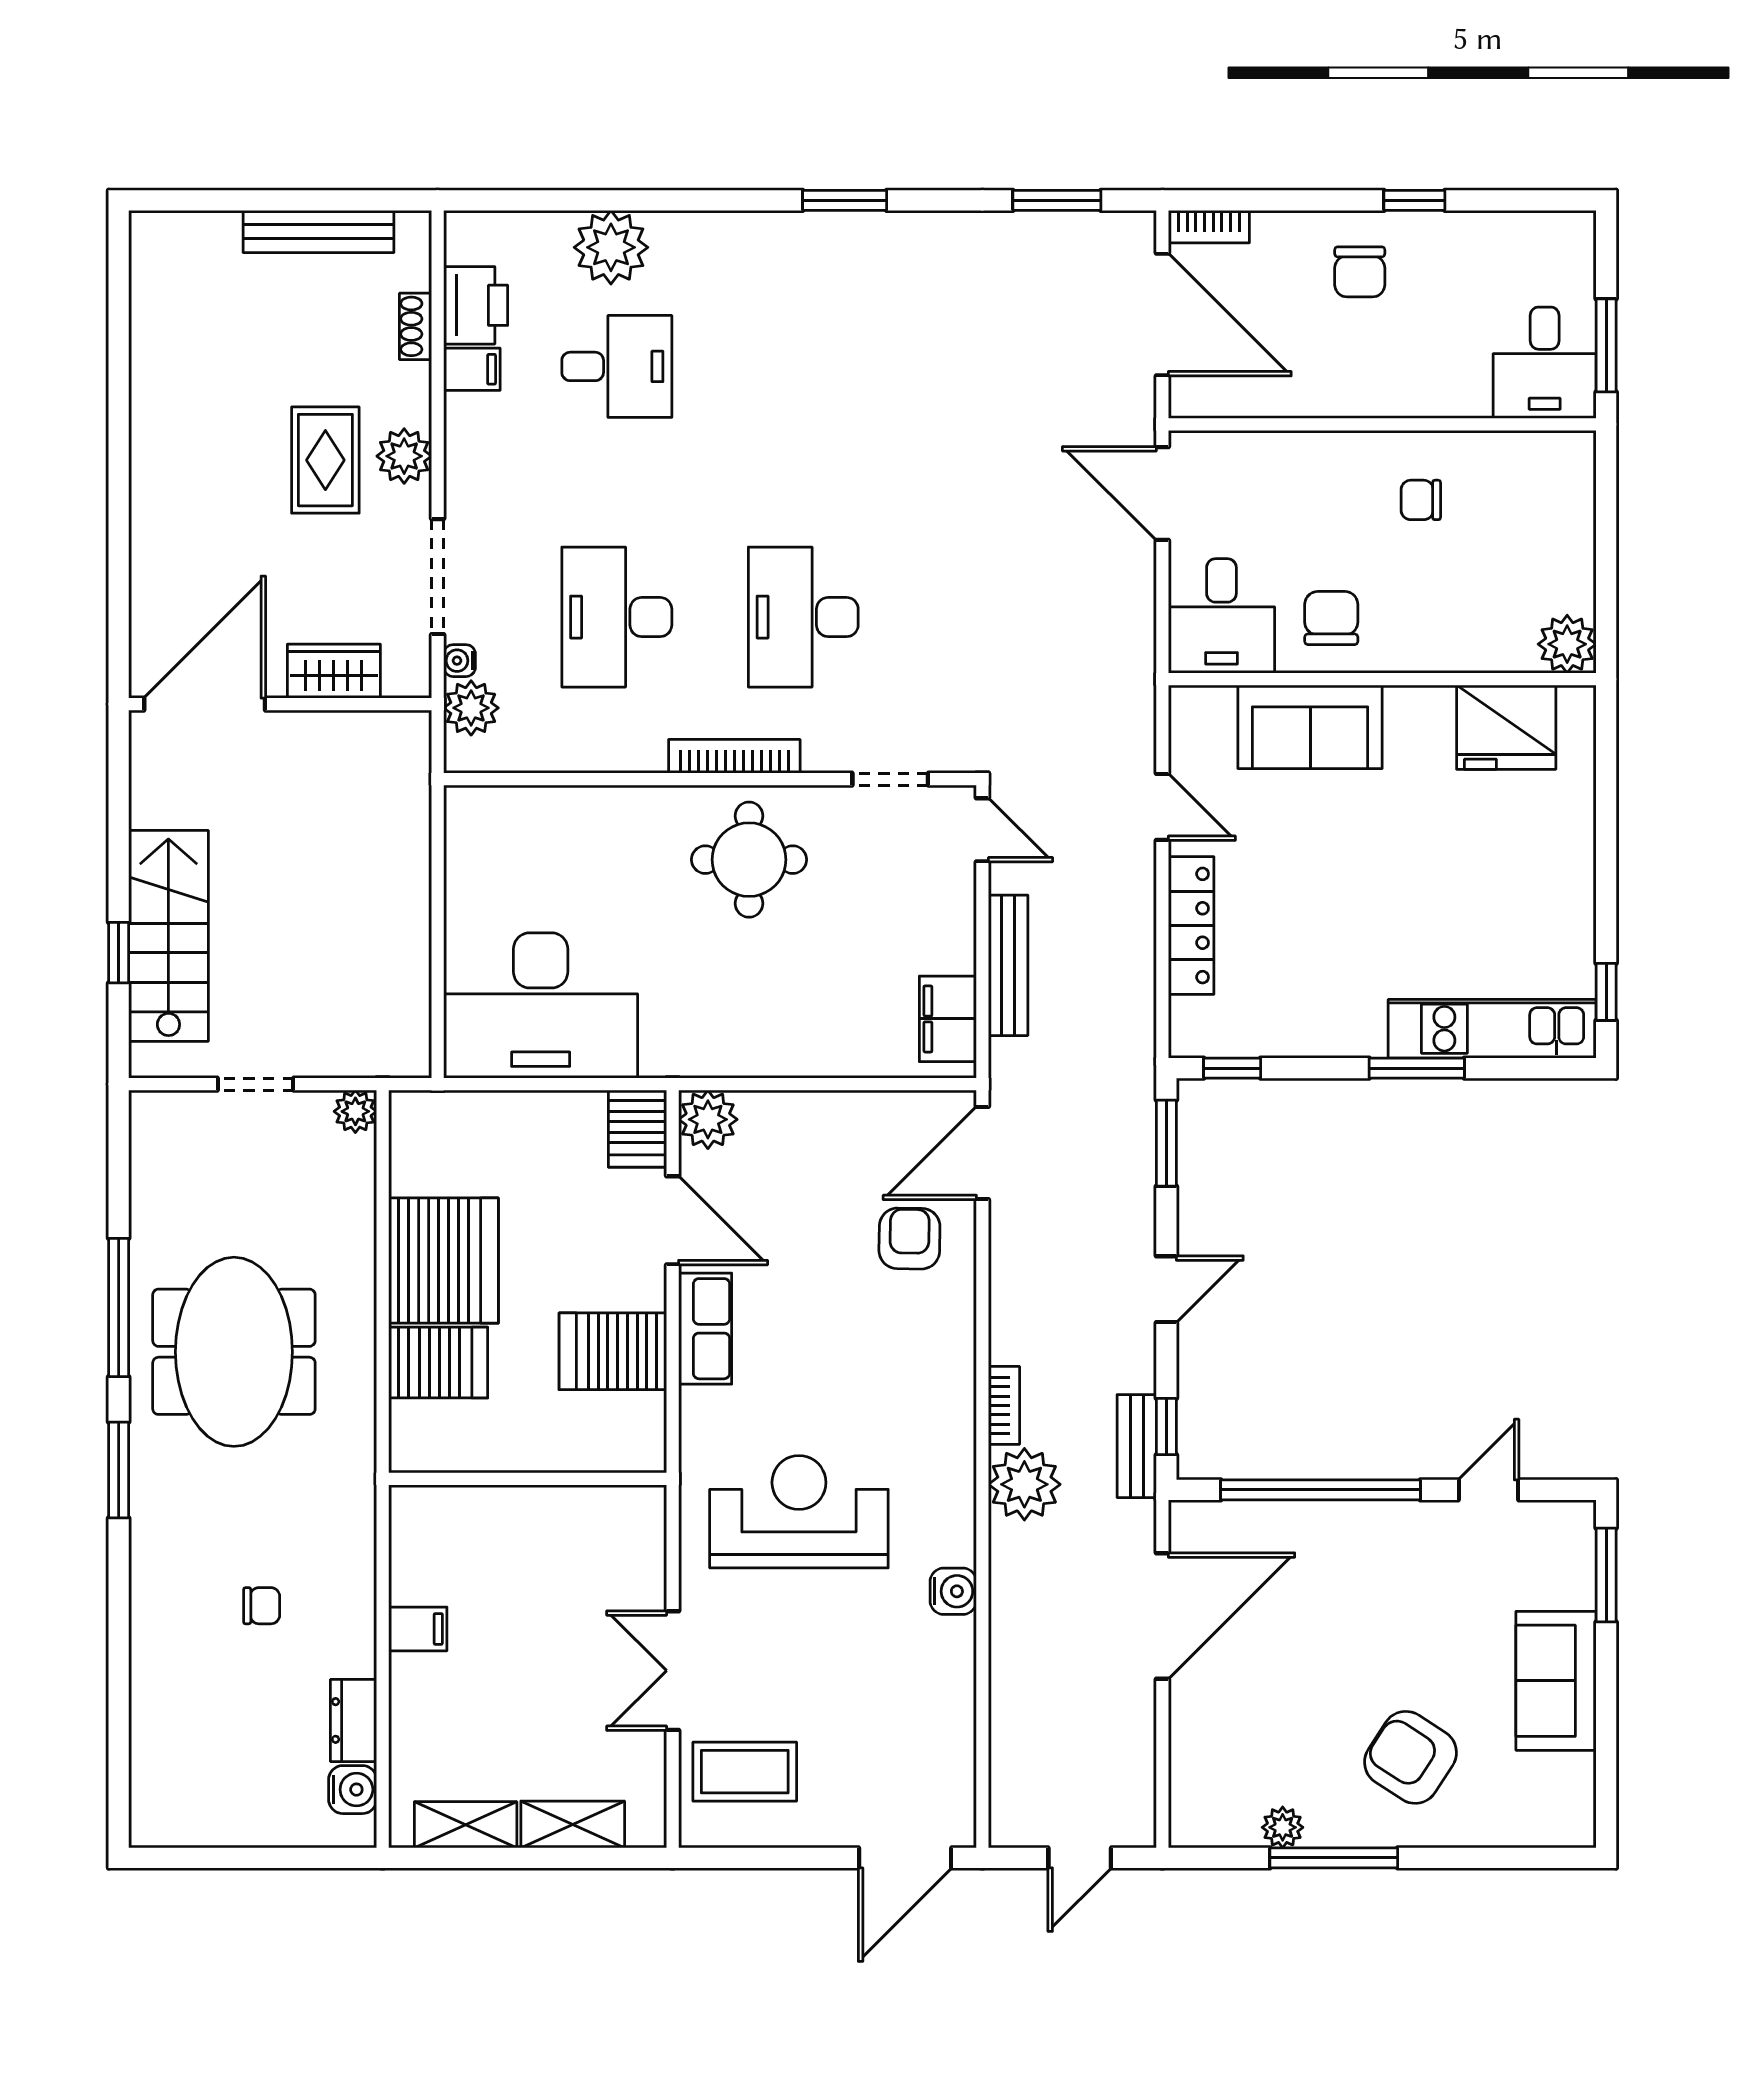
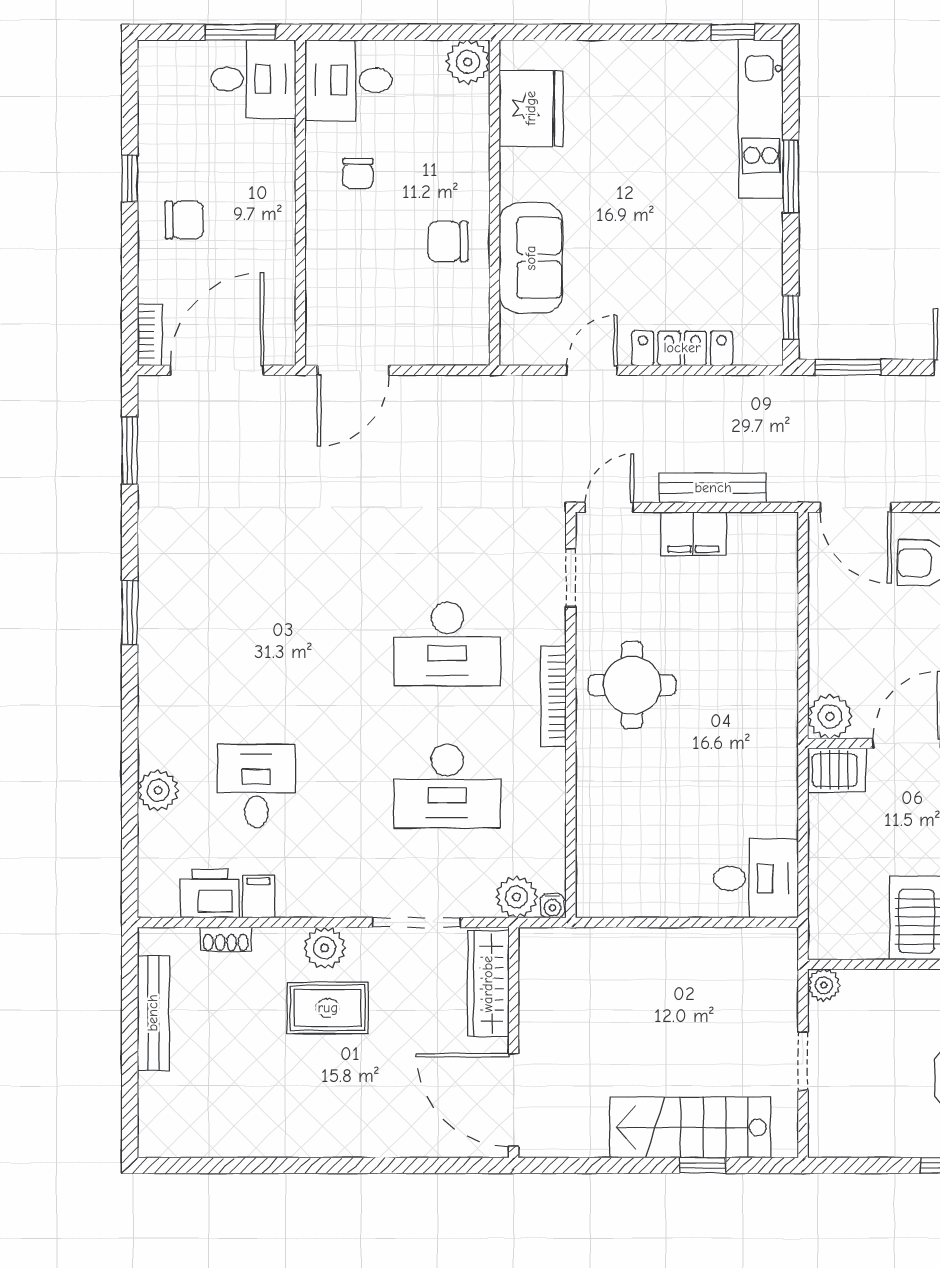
plant: (611, 247) -> (158, 790), width x0.73, depth x0.73
desk: (1221, 616) -> (349, 80), moved, turned 180
water cooler: (460, 661) -> (553, 906), moved
wardrobe: (334, 671) -> (488, 984), width x1.50
desk: (541, 1005) -> (756, 878), width x0.53, depth x0.77
filing cabinet: (948, 1019) -> (693, 534), moved

